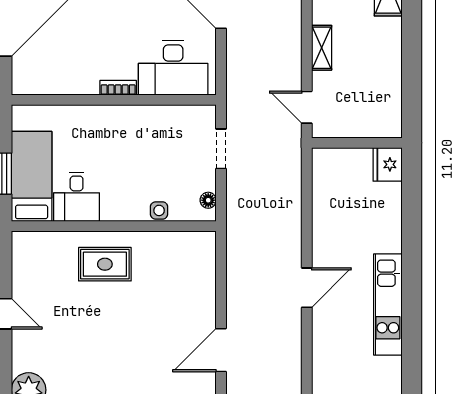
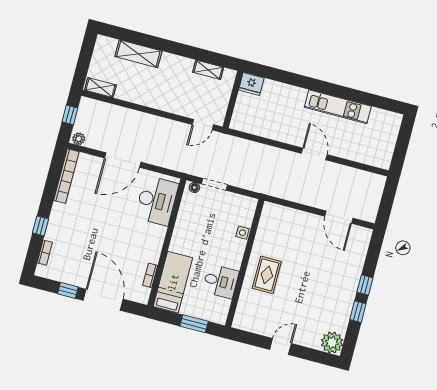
shelving: (322, 48) -> (208, 70), moved
bookcase: (118, 88) -> (150, 275), moved
bed: (32, 176) -> (173, 282), moved, turned 90
floor lamp: (208, 200) -> (194, 188), moved

